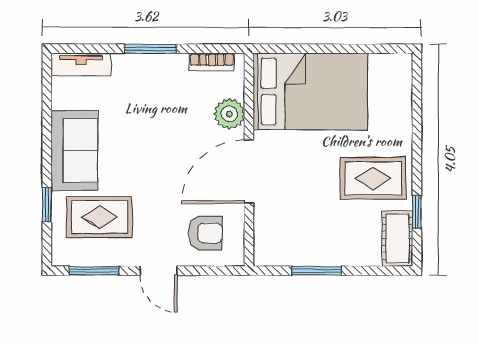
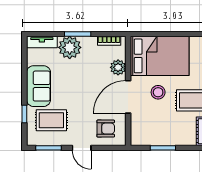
plant: (135, 75) -> (70, 47), added
stool: (307, 162) -> (158, 92), added

